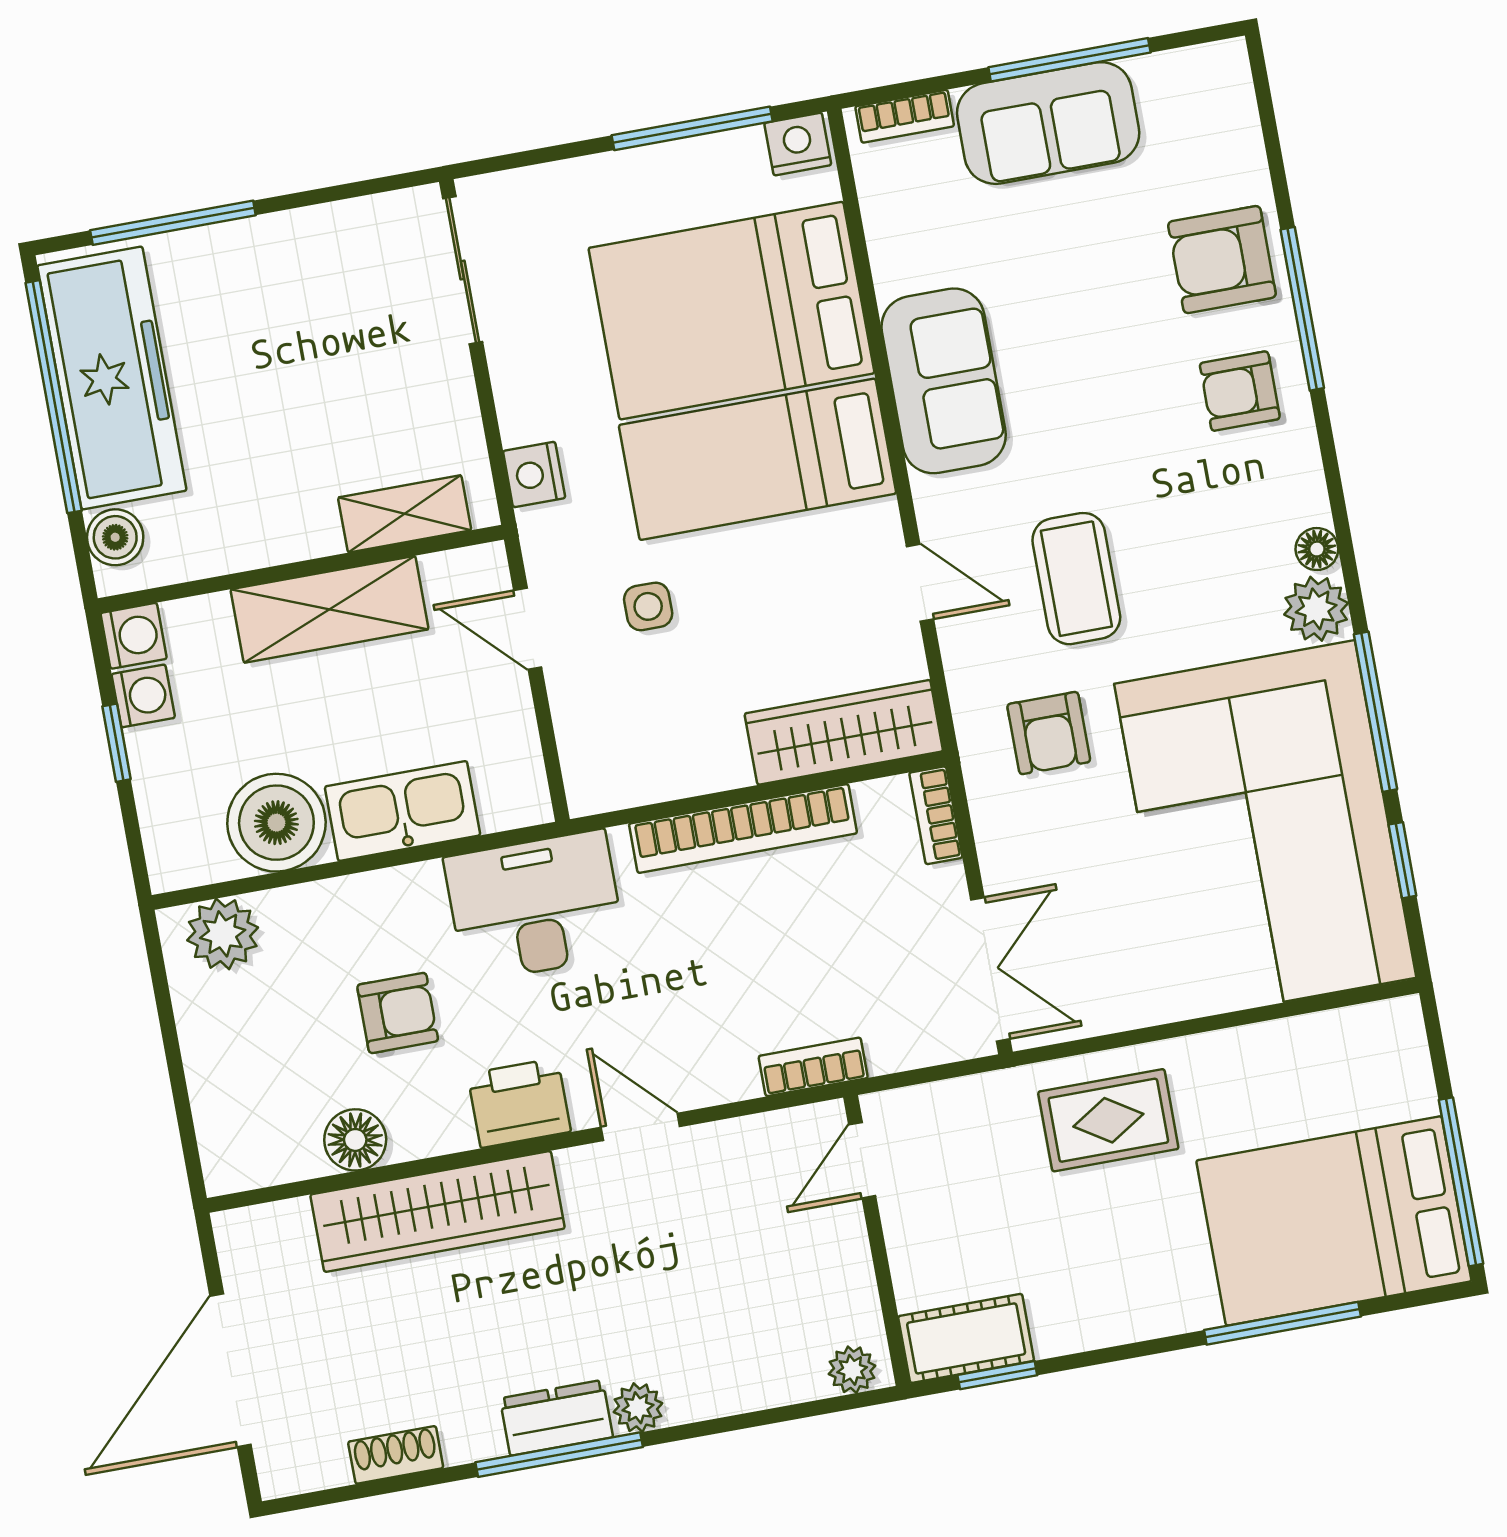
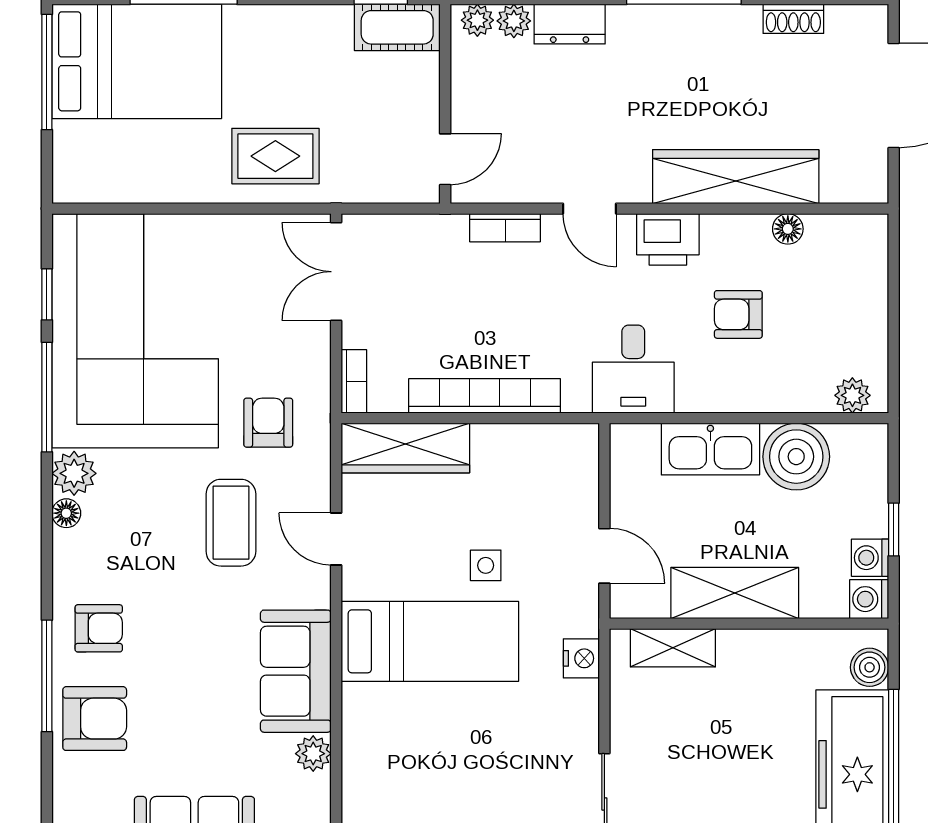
plant: (897, 266) -> (313, 754), added
bed: (731, 311) -> (429, 744), removed
side table: (648, 606) -> (486, 565), moved
desk: (535, 906) -> (633, 369), width x0.73
plant: (223, 934) -> (852, 395), width x0.73, depth x0.73
bookcase: (813, 1067) -> (505, 228), moved
floor lamp: (355, 1140) -> (788, 229), width x0.73, depth x0.73
plant: (638, 1408) -> (514, 21), moved
dresser: (557, 1418) -> (570, 24), moved

